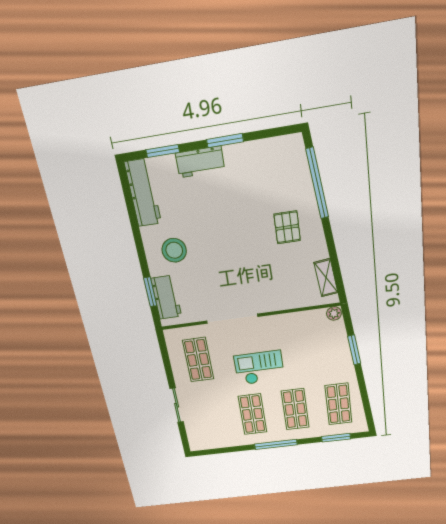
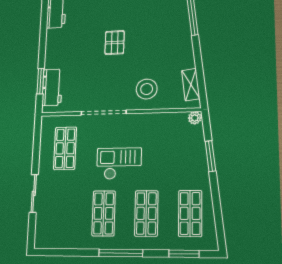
pallet: (287, 227) -> (115, 43), moved
stool: (174, 250) -> (147, 89), moved

